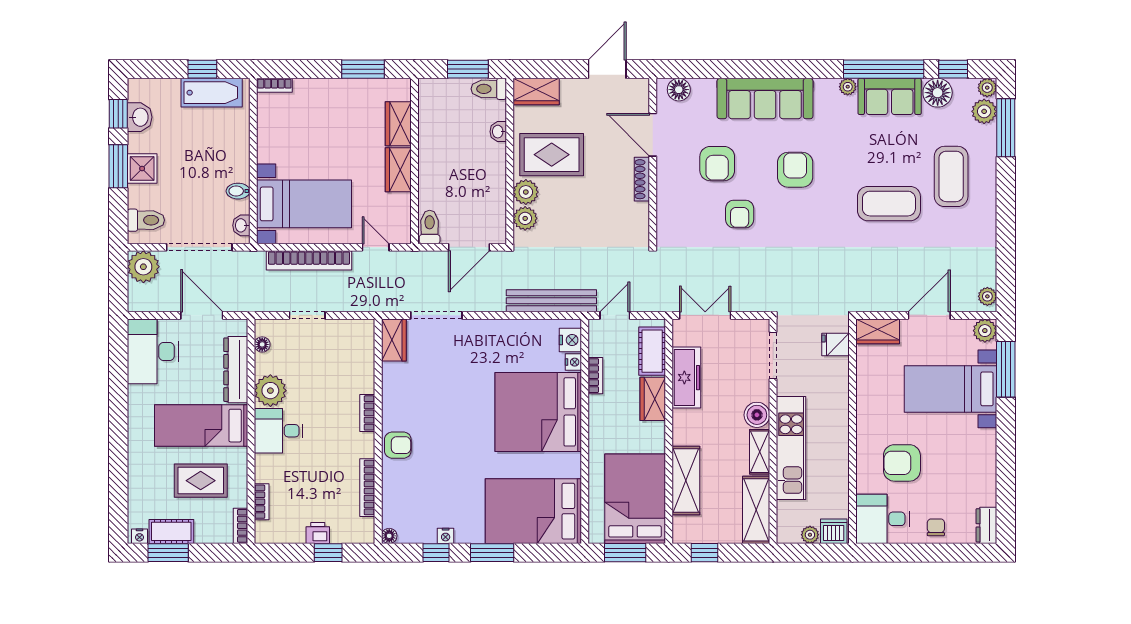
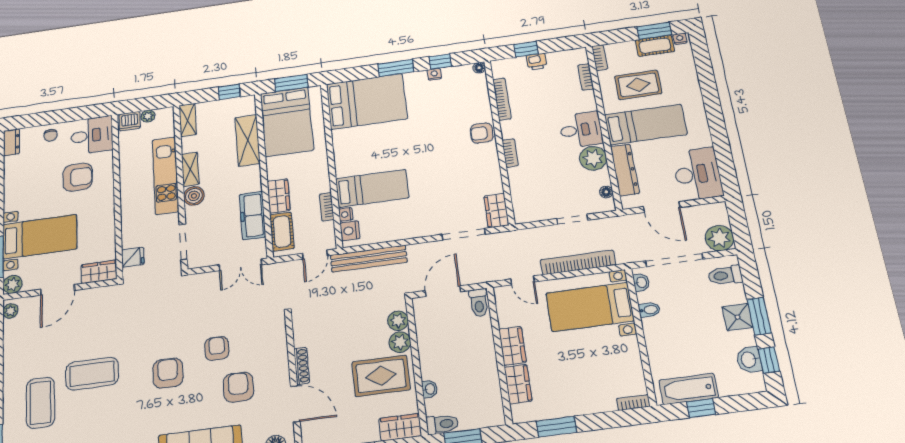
armchair: (795, 170) -> (168, 373), moved, turned 180
bed: (538, 412) -> (372, 188), width x0.49
shelving: (756, 510) -> (188, 120), width x0.67, depth x0.75

